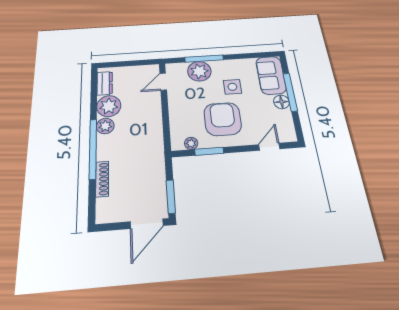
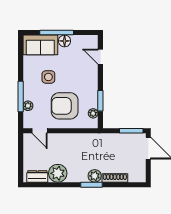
plant: (199, 71) -> (28, 106), width x0.53, depth x0.53
armchair: (223, 119) -> (65, 106), moved
plant: (105, 126) -> (95, 176), moved
window: (93, 149) -> (91, 185), width x0.47

